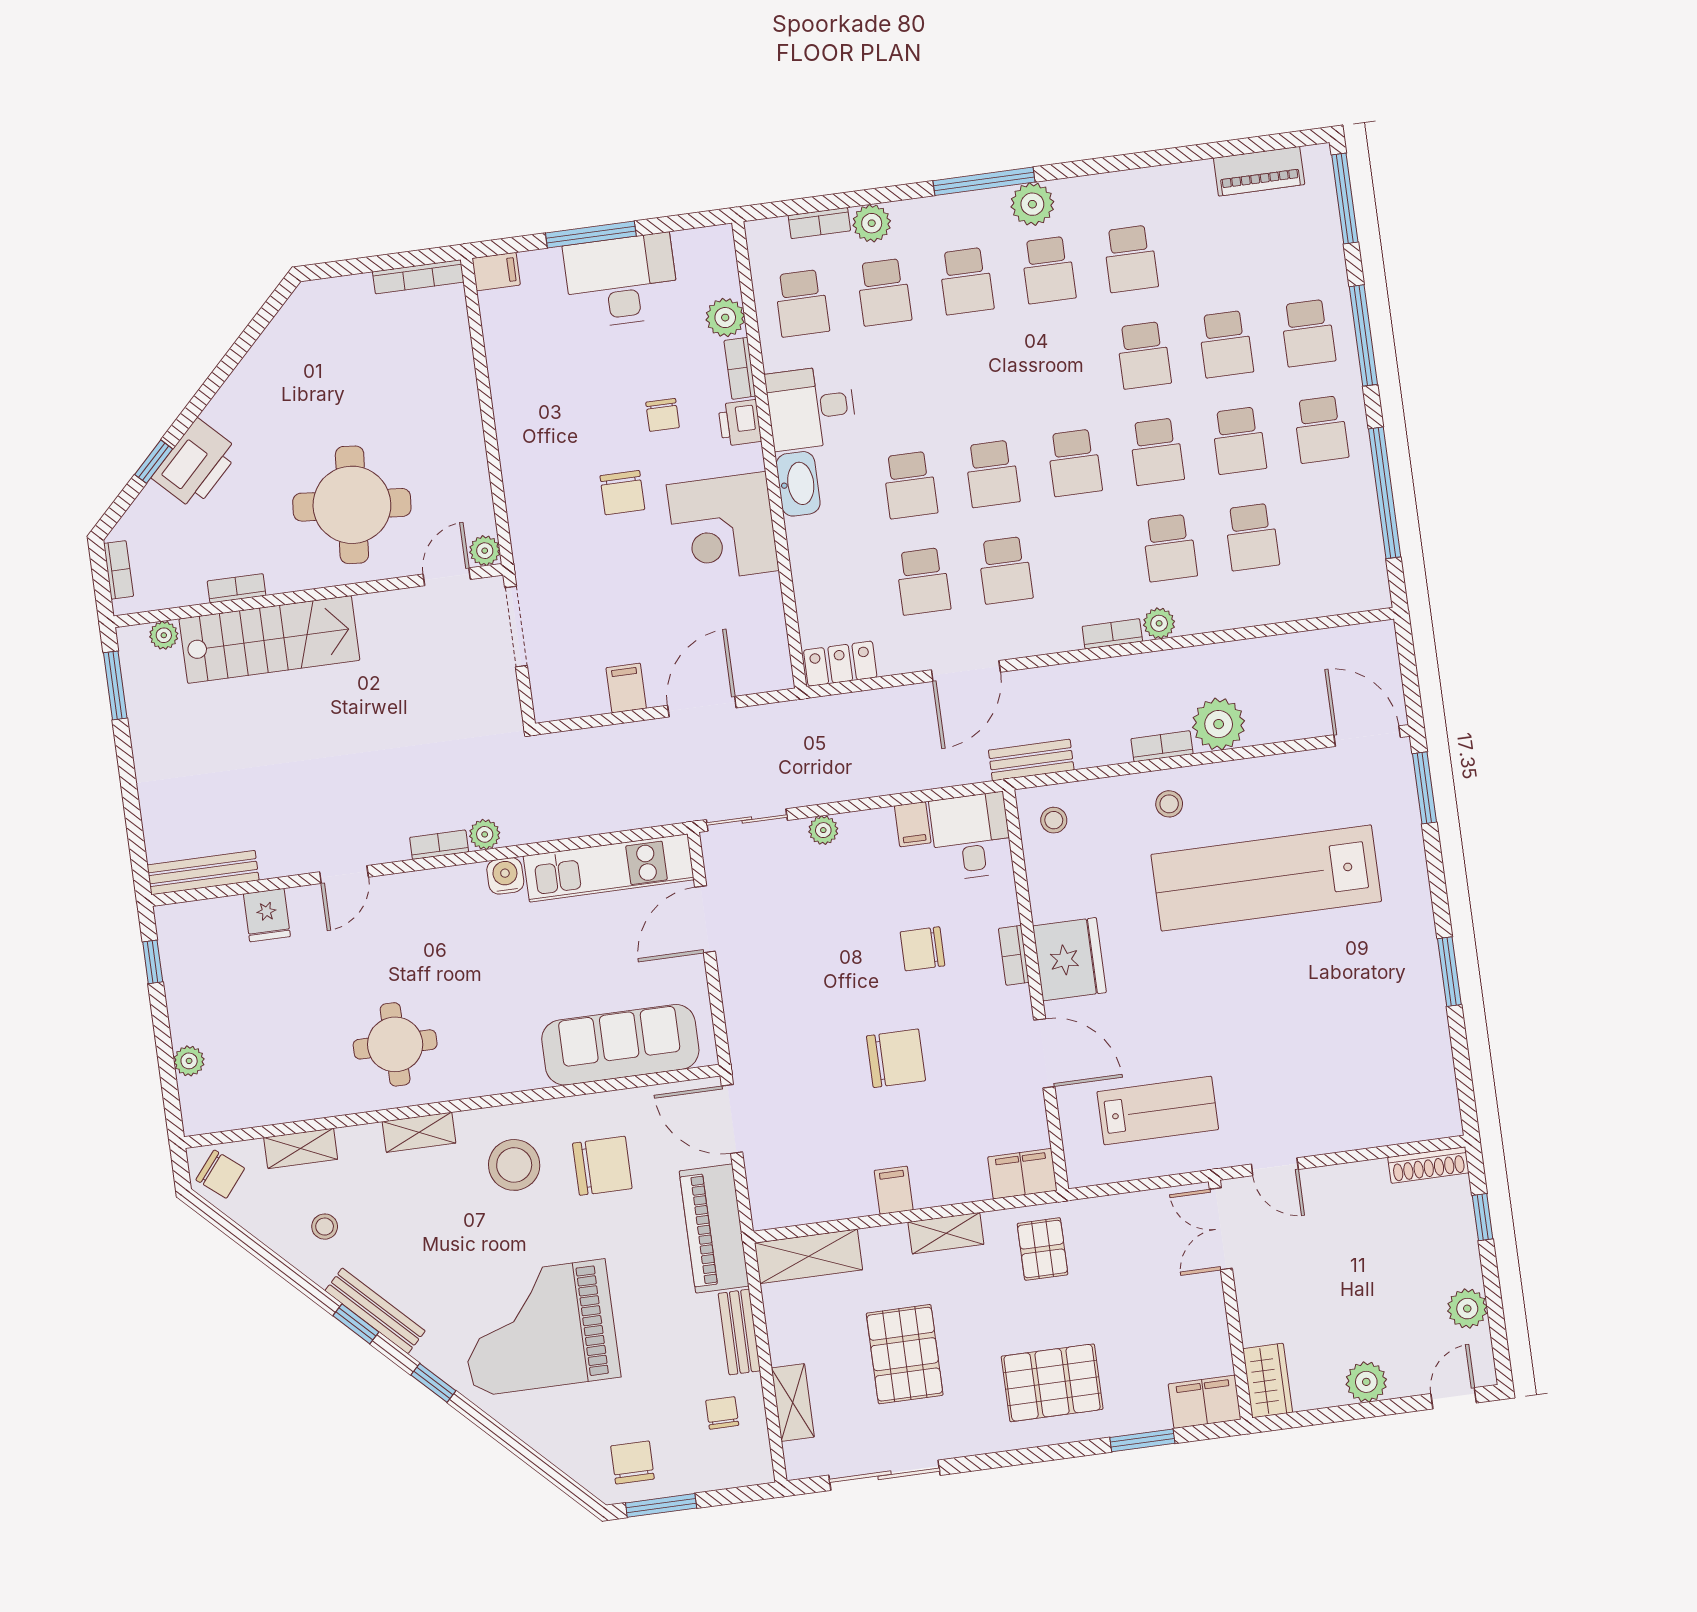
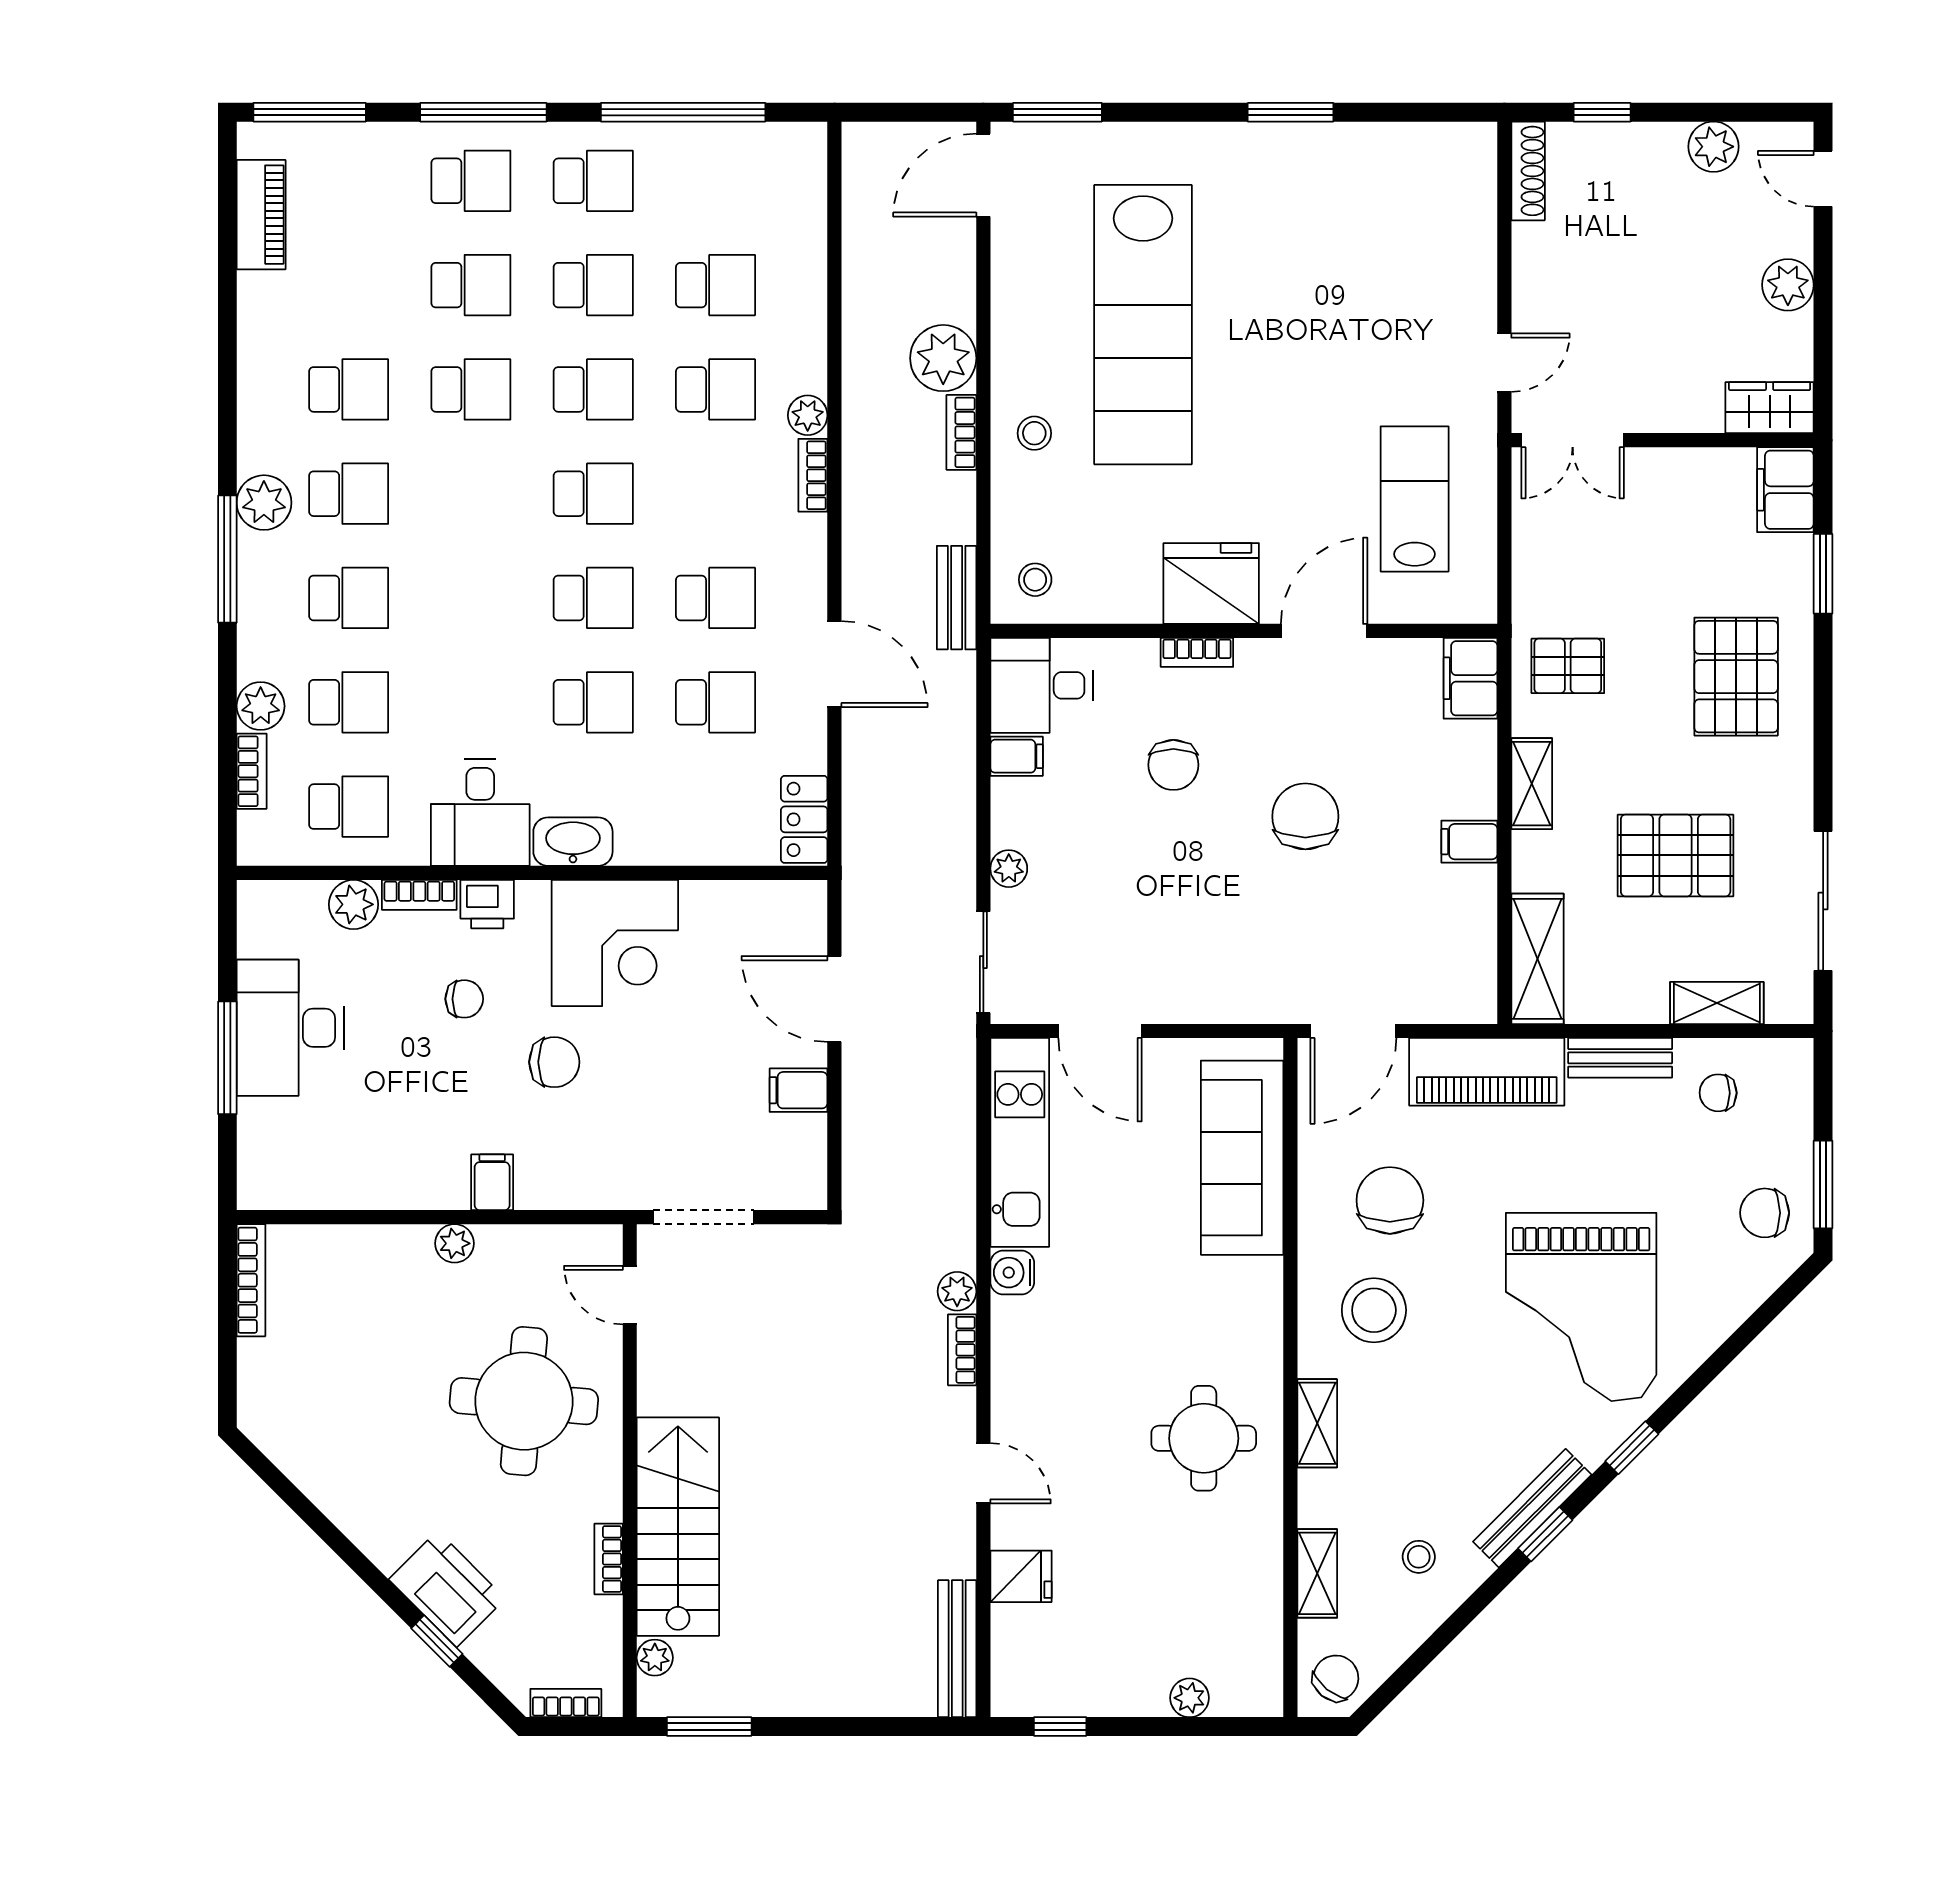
filing cabinet: (496, 272) -> (492, 1182), moved
plant: (485, 551) -> (454, 1243), moved

